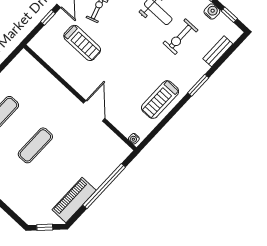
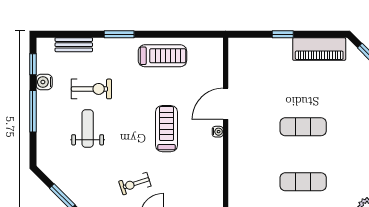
treadmill: (82, 43) -> (167, 129), moved
water cooler: (134, 139) -> (218, 132), moved
window: (104, 186) -> (283, 34), width x0.32

